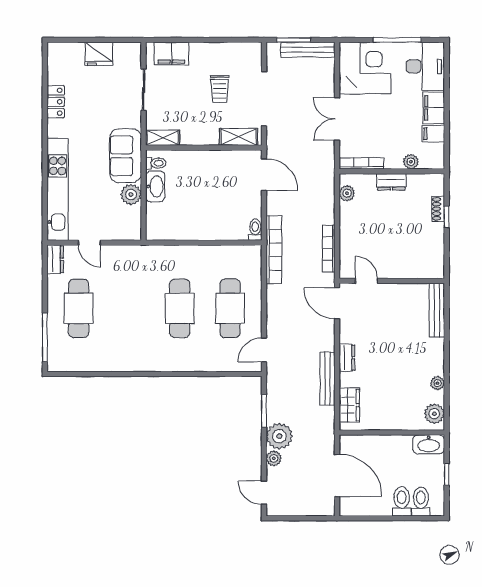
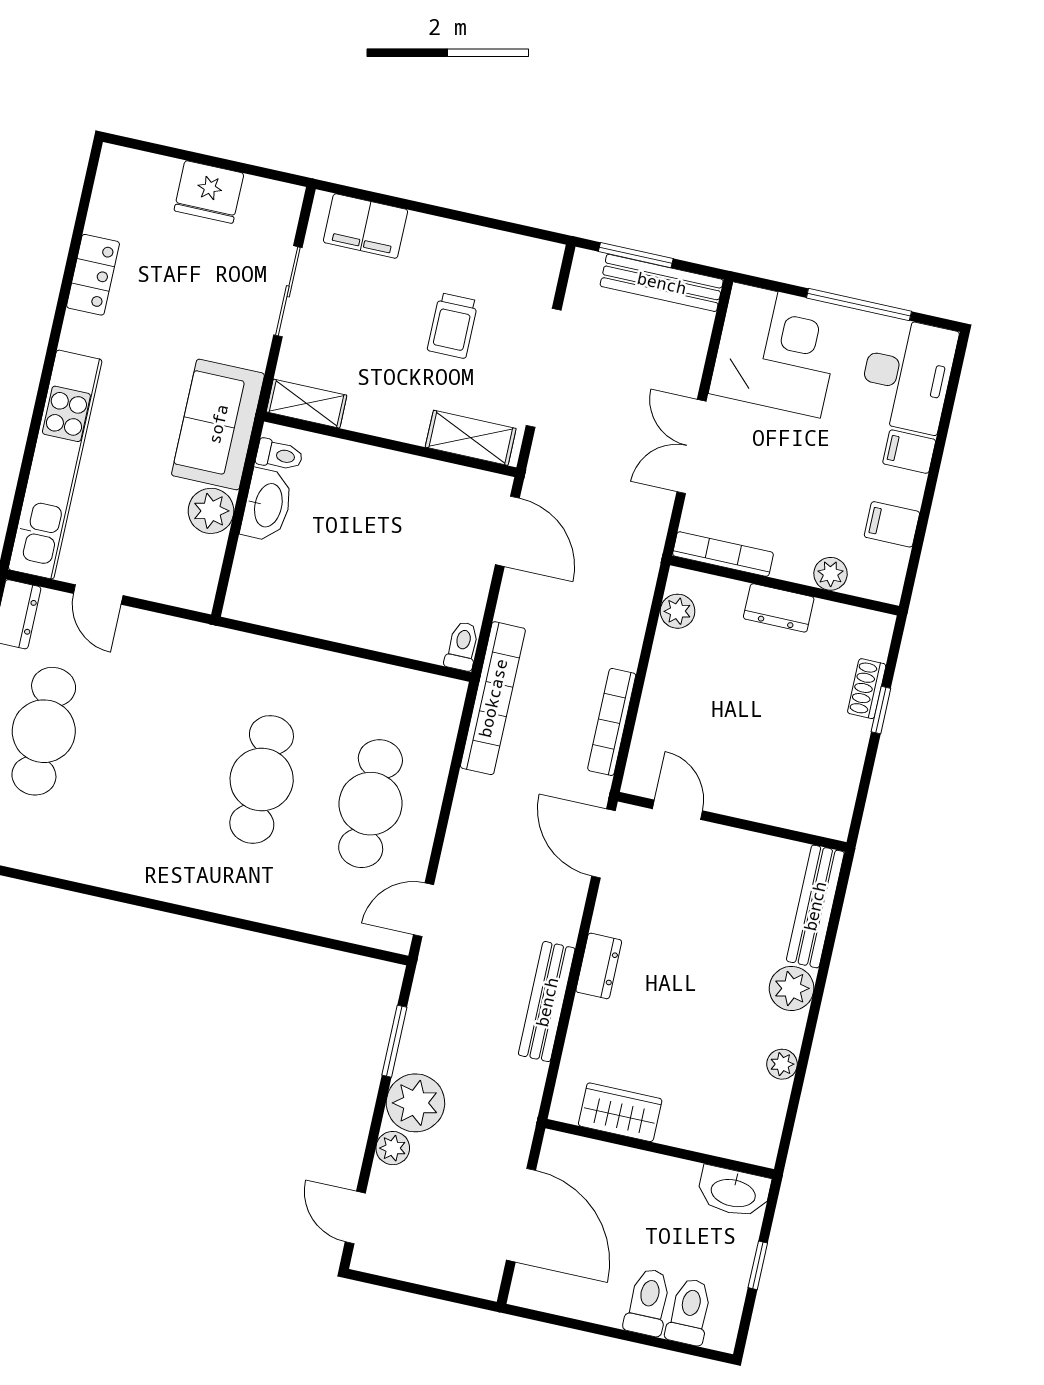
filing cabinet: (434, 108) -> (909, 452), width x0.50
wardrobe: (349, 405) -> (620, 1112), moved, turned -90
plant: (434, 414) -> (792, 988), moved

